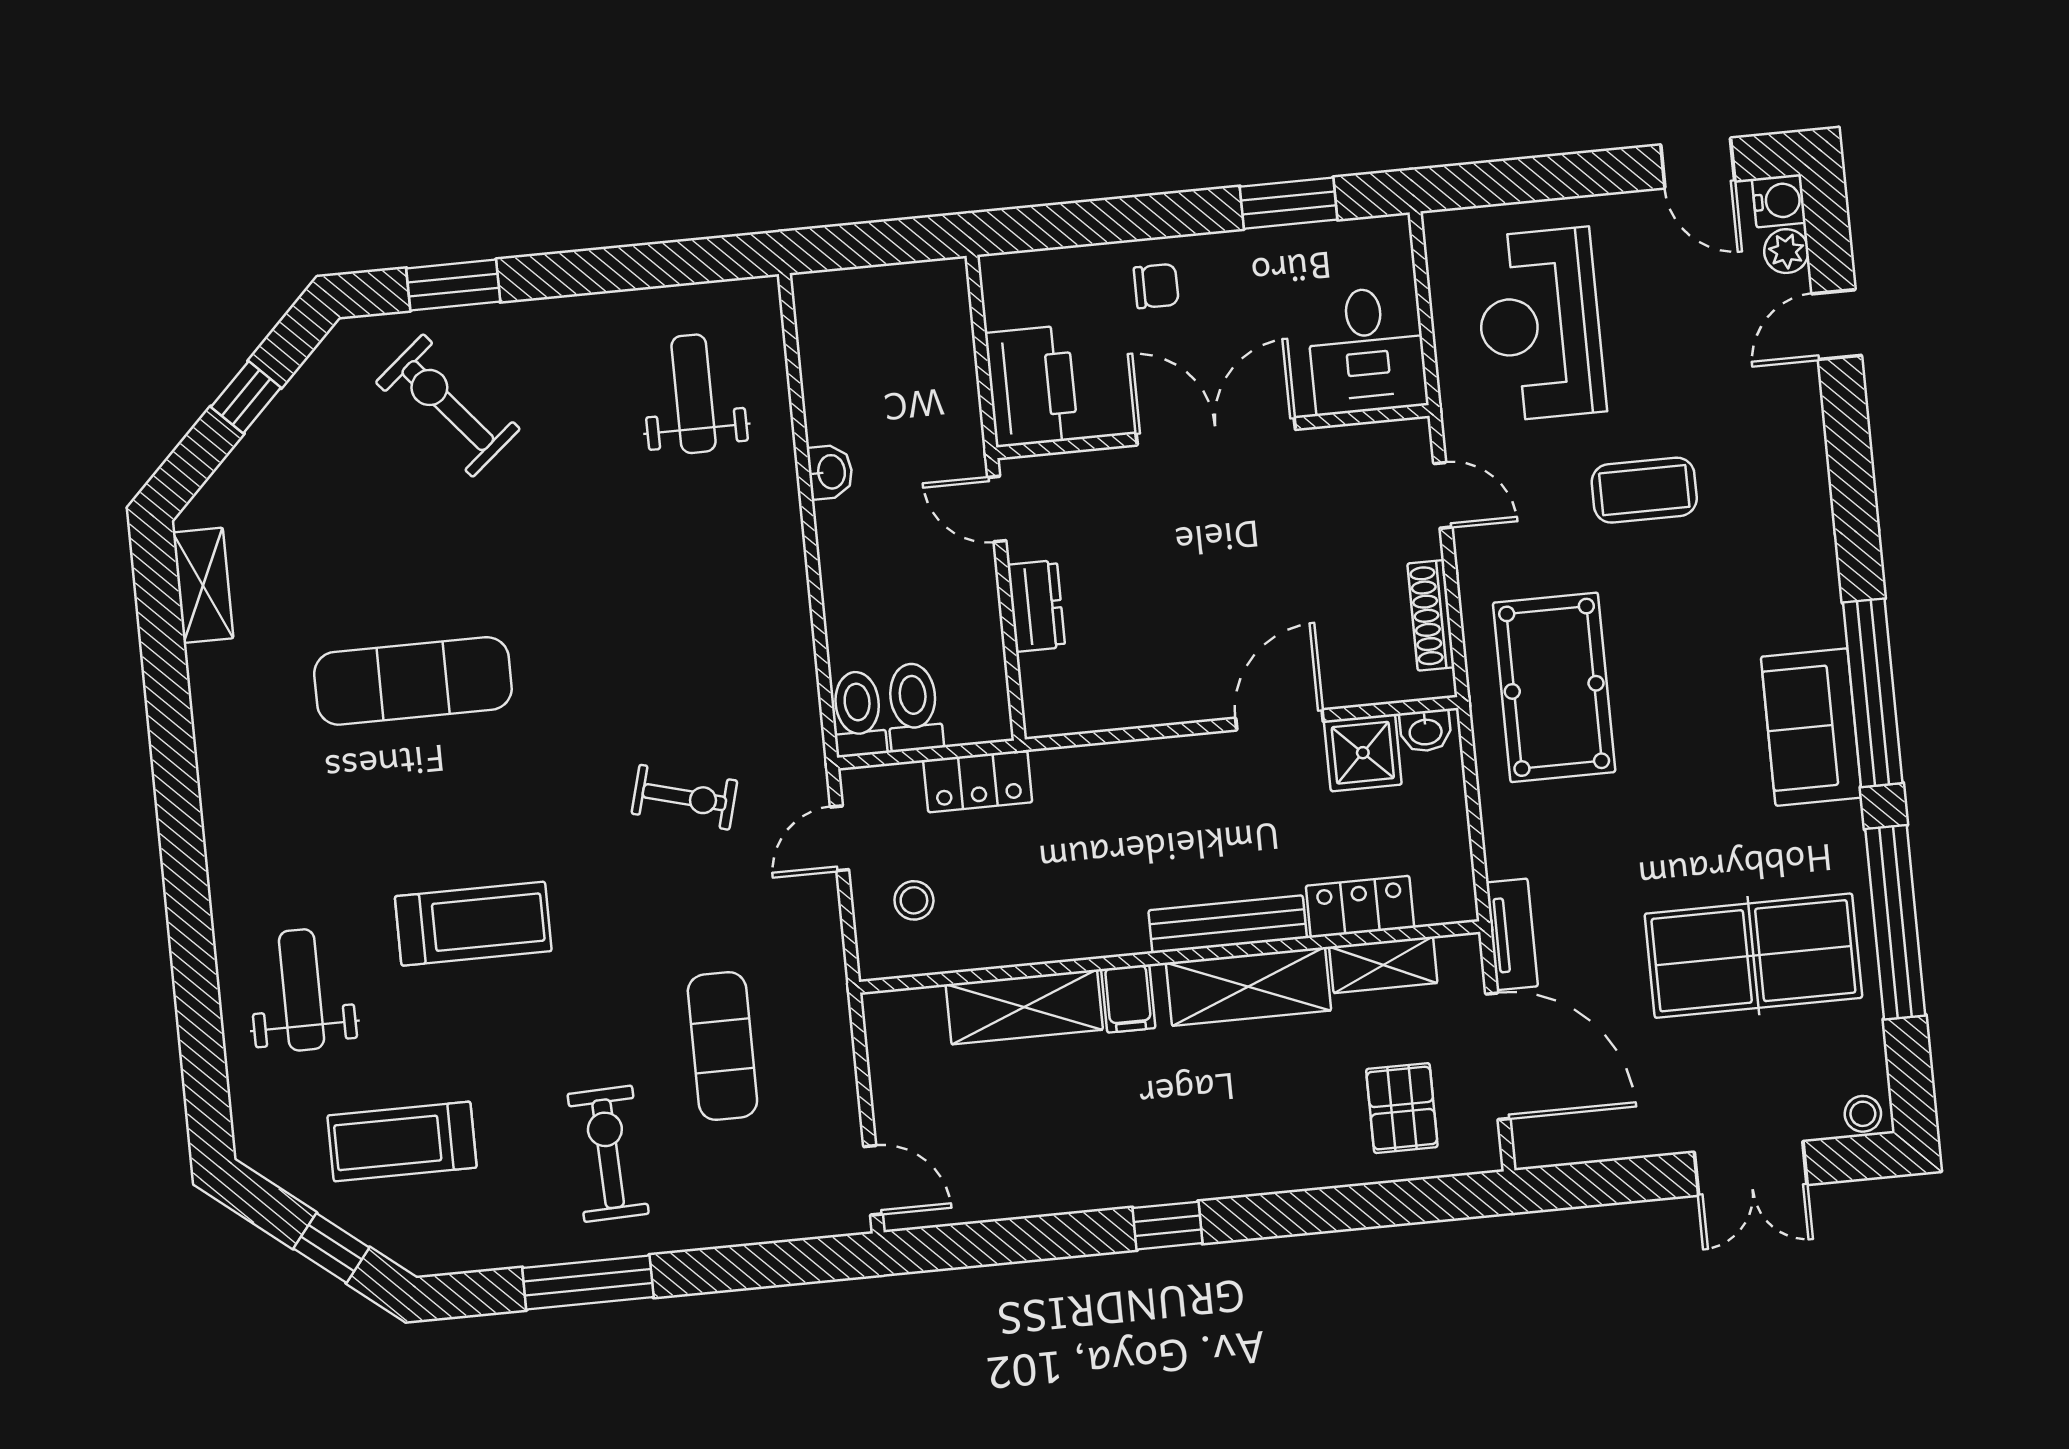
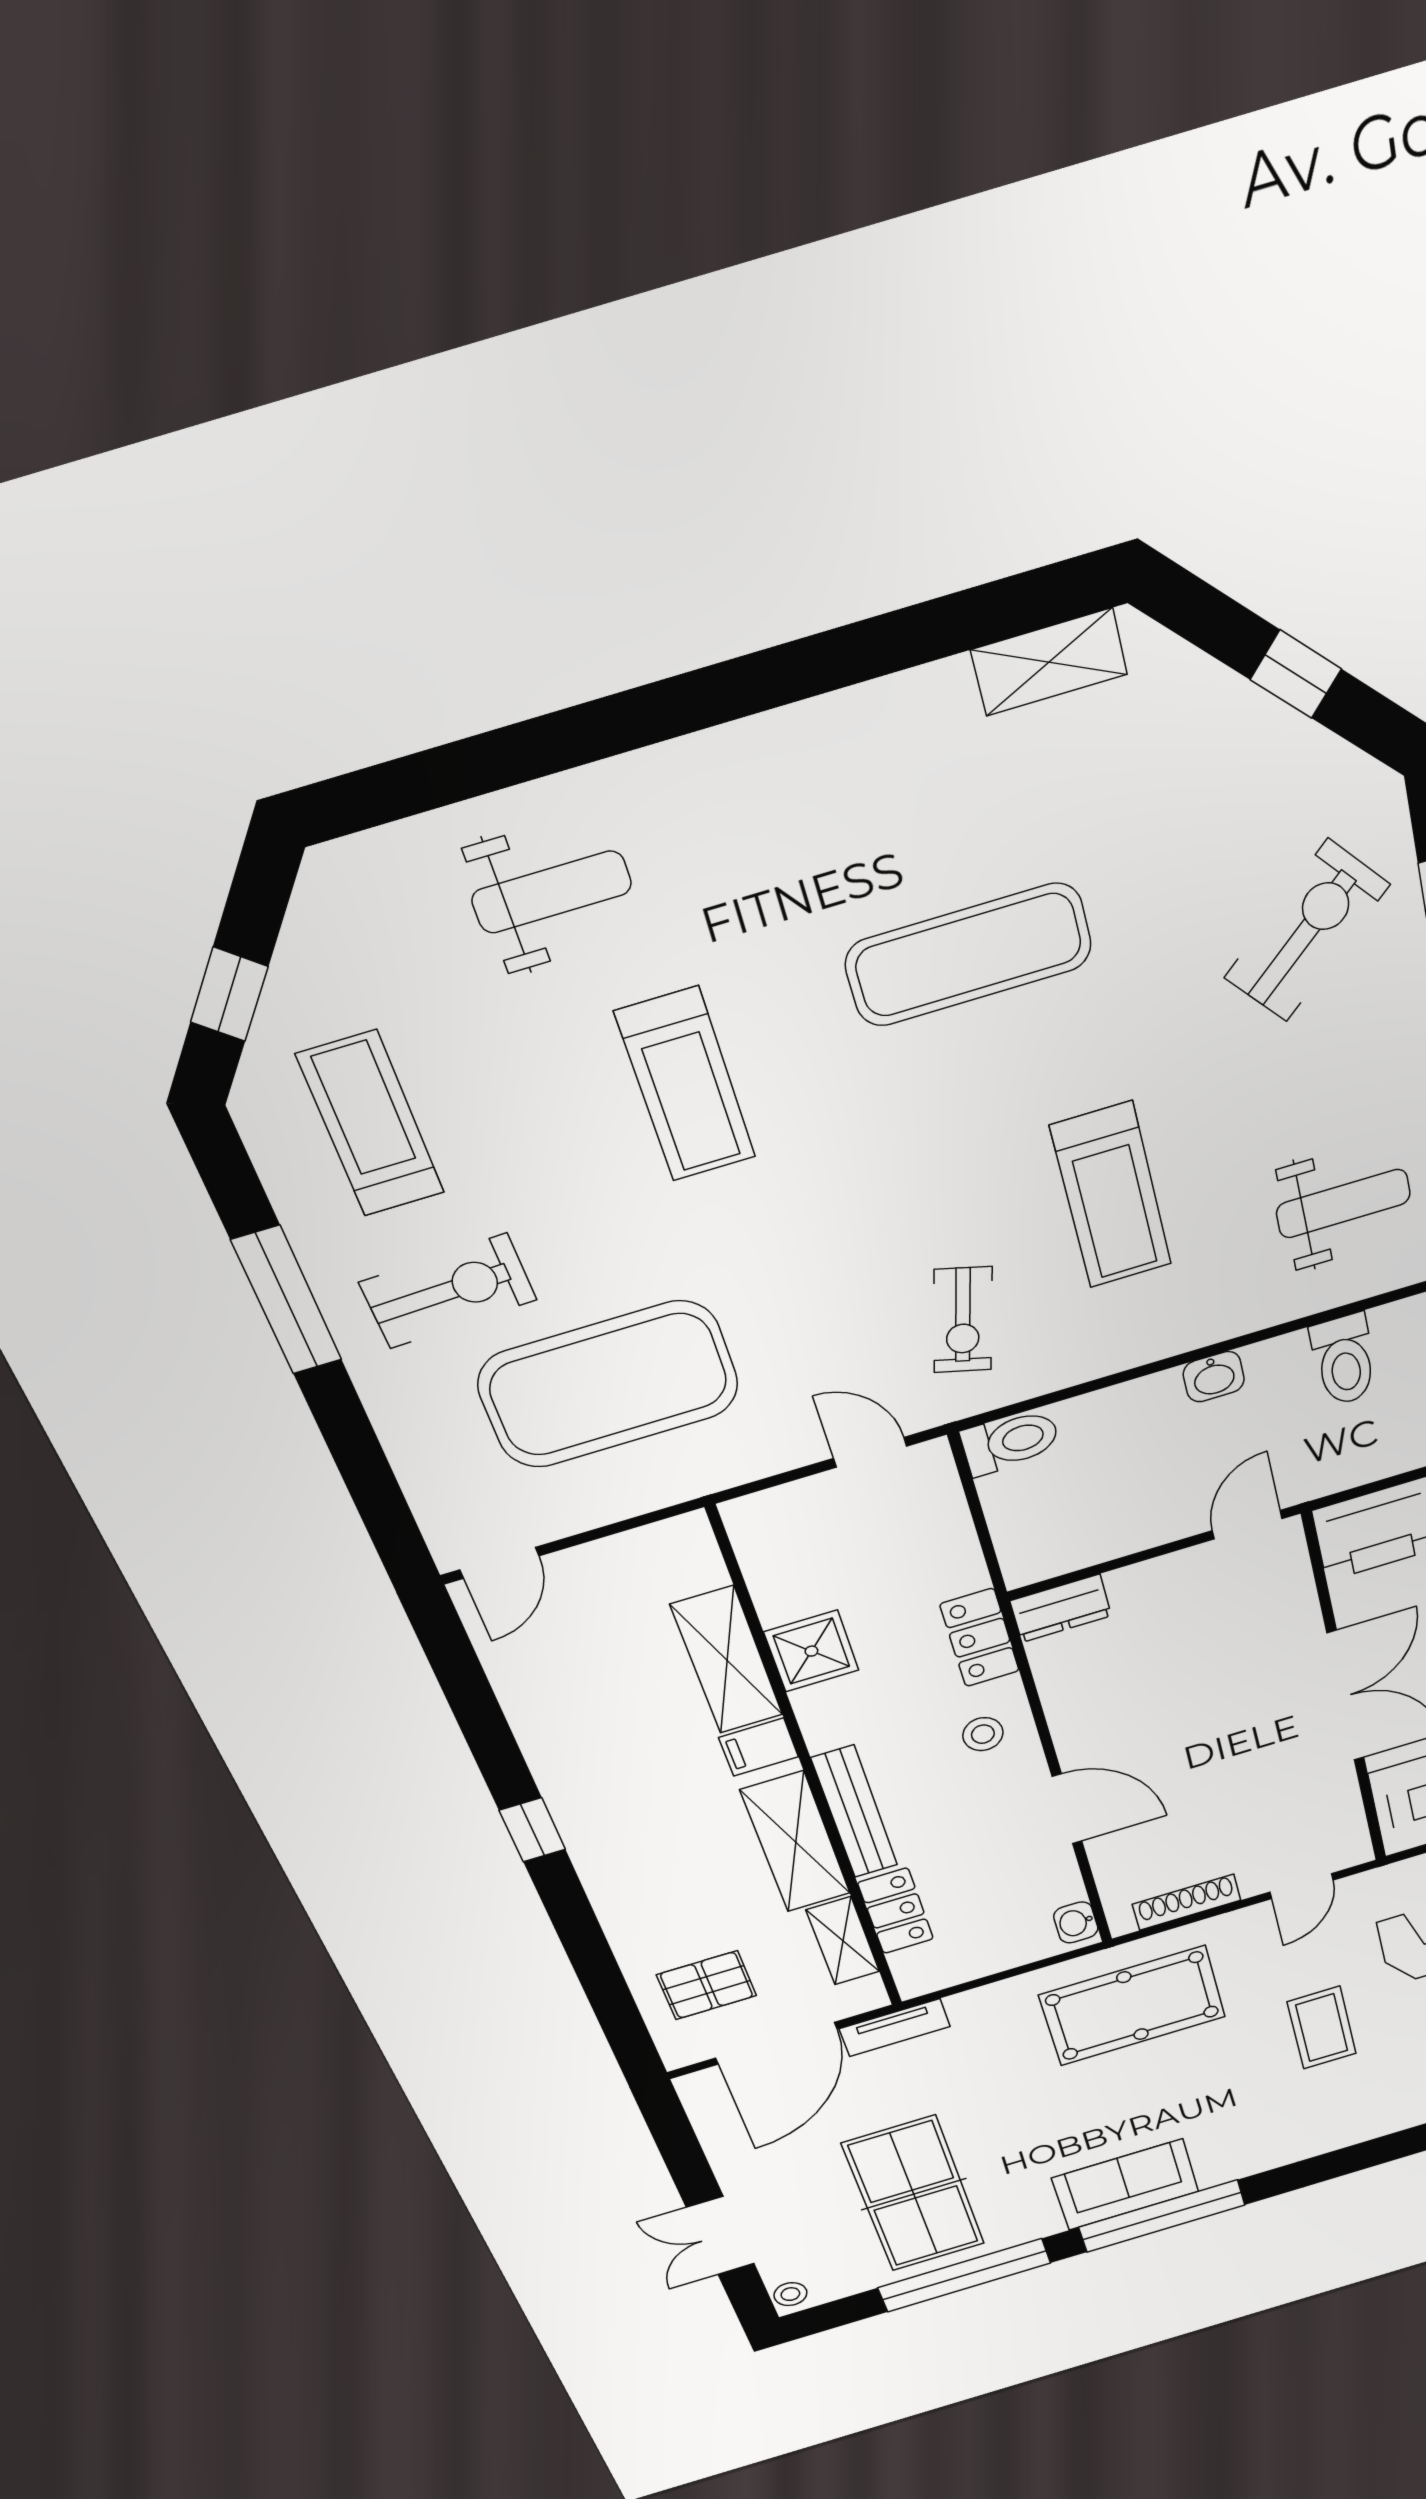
washbasin: (830, 472) -> (1214, 1377), moved
treadmill: (643, 594) -> (1111, 1196), added
dresser: (1036, 606) -> (1061, 1608), moved
exercise mat: (413, 681) -> (969, 955), turned 90
toilet: (914, 707) -> (1344, 1360), moved, turned 90
shower: (1363, 753) -> (811, 1651), moved
locker: (978, 781) -> (980, 1638), moved
exercise bike: (684, 797) -> (963, 1320), moved
stool: (914, 900) -> (983, 1734), moved
exercise mat: (722, 1046) -> (609, 1385), width x2.00, depth x1.45
treadmill: (402, 1141) -> (371, 1124), moved

